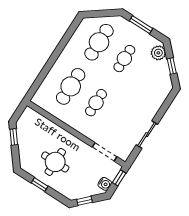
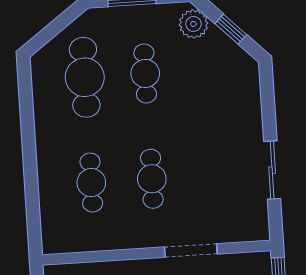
cafe table: (71, 86) -> (91, 183), width x0.73, depth x0.74
doorway: (105, 152) -> (191, 251), moved

